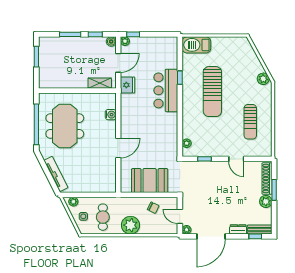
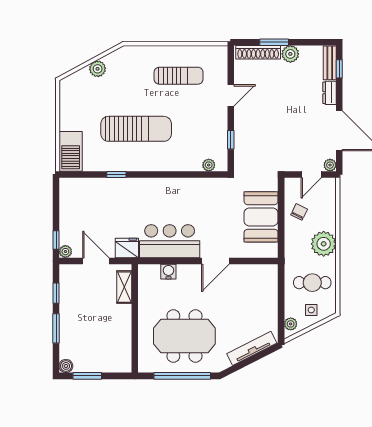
boiler: (111, 42) -> (66, 366), moved
plant: (263, 79) -> (98, 69), moved
bar counter: (166, 90) -> (170, 241), moved, turned 180
door: (118, 148) -> (215, 261), swing flipped

